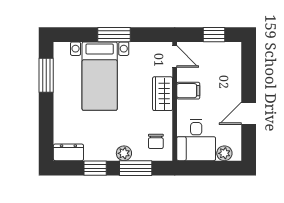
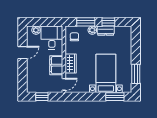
window: (114, 35) -> (115, 97), moved
door: (175, 56) -> (64, 84), swing flipped
filing cabinet: (188, 91) -> (56, 65), width x2.00
dresser: (68, 152) -> (106, 31), moved

